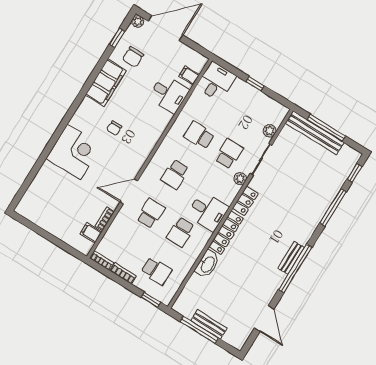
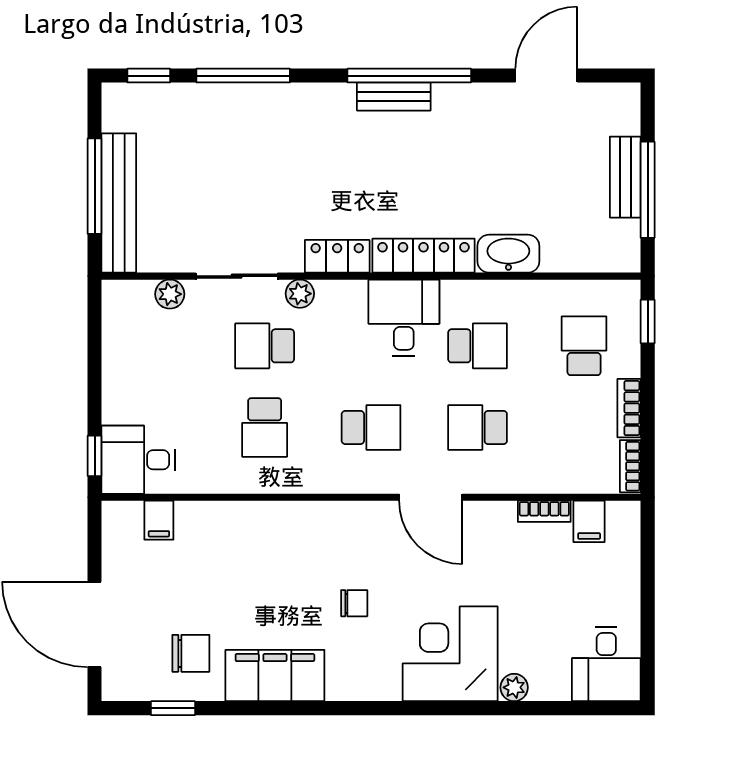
plant: (138, 21) -> (514, 687), moved
window: (255, 84) -> (95, 456), moved
desk: (169, 94) -> (606, 664), moved, turned 180
door: (129, 192) -> (431, 497), moved

